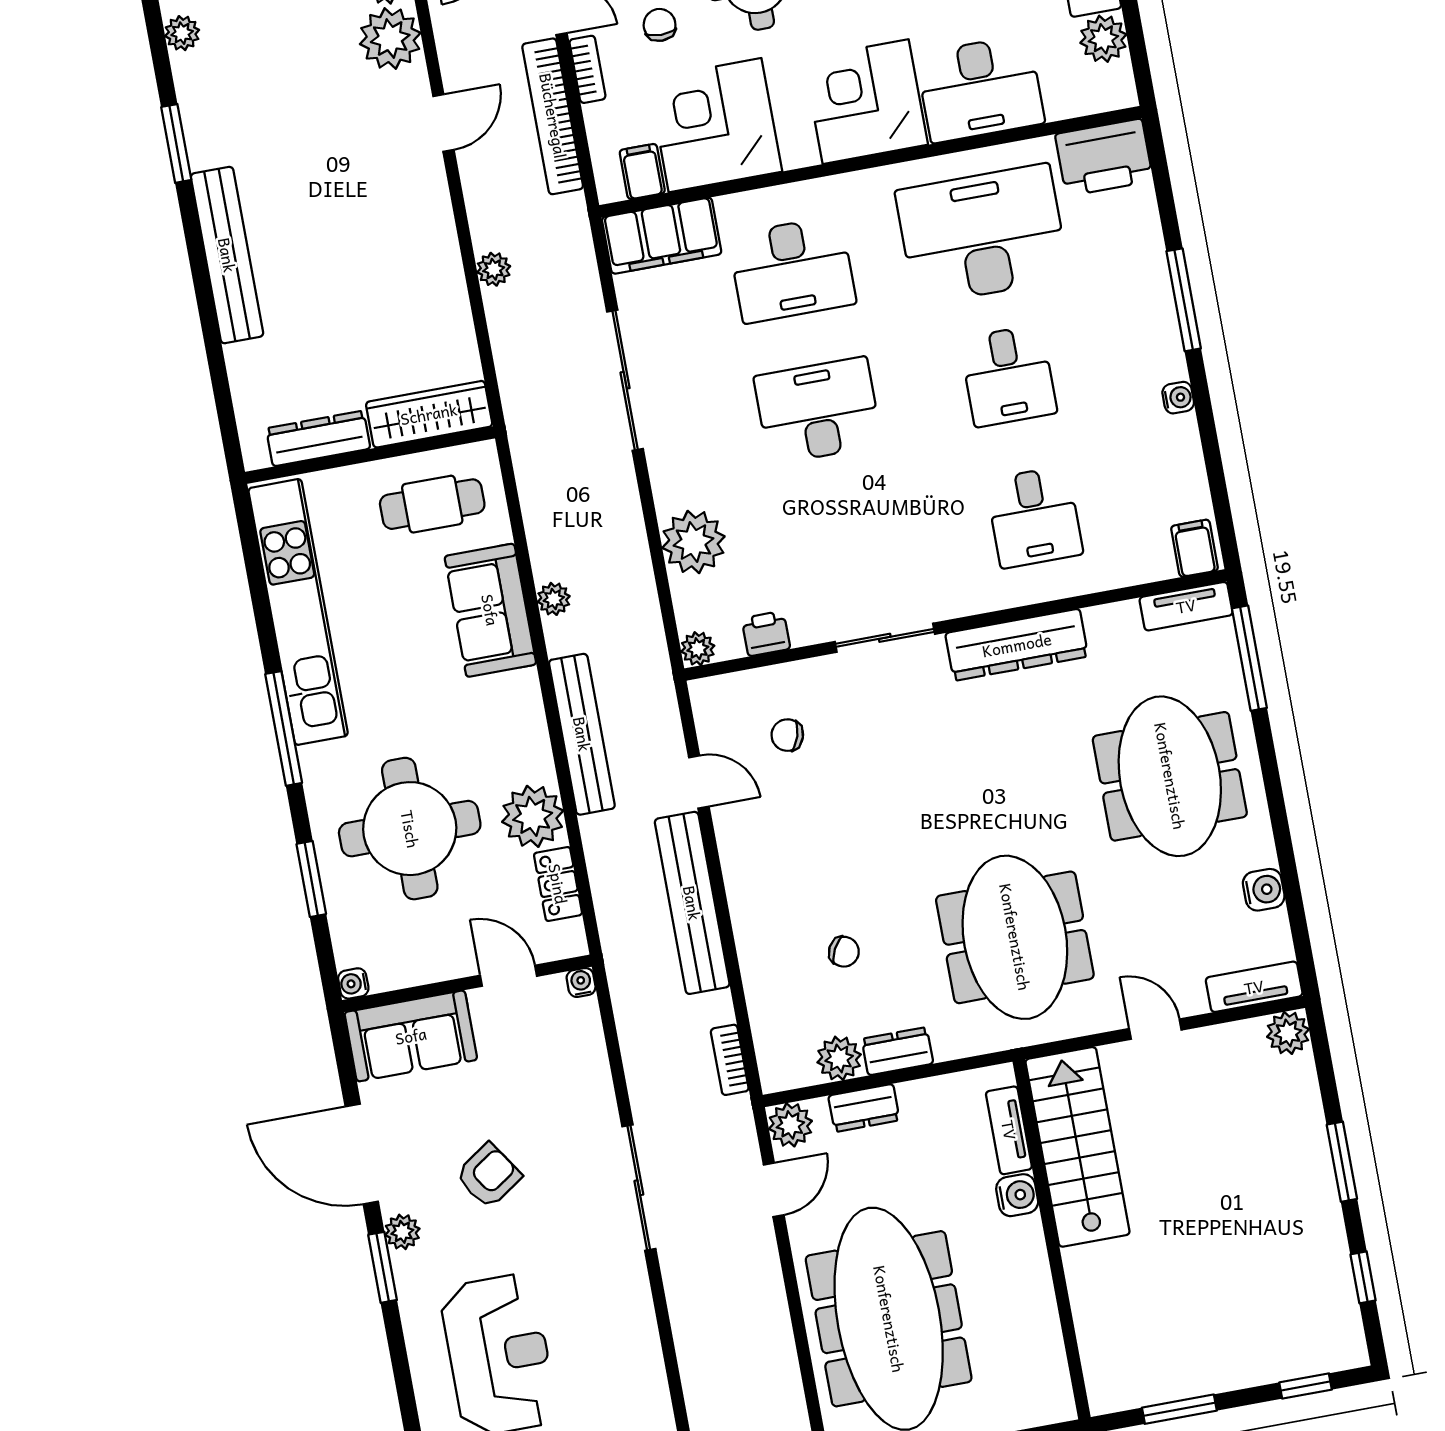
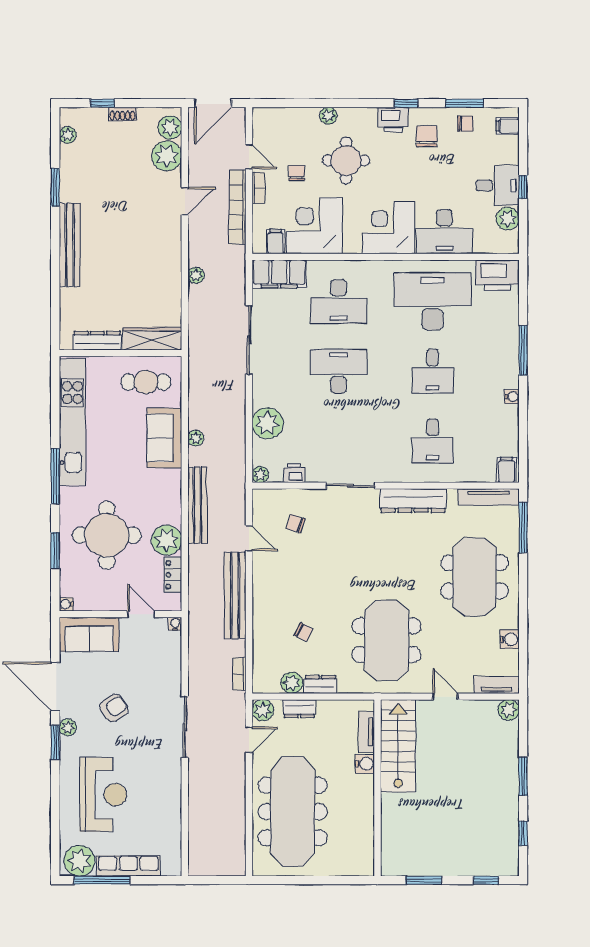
tv unit: (1186, 606) -> (488, 497), width x1.41

